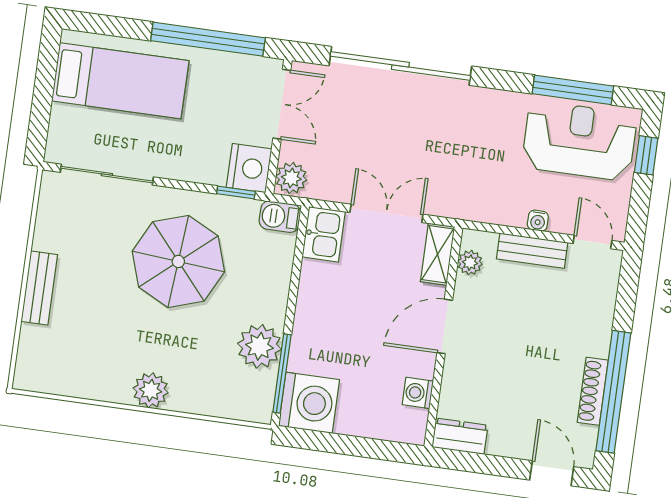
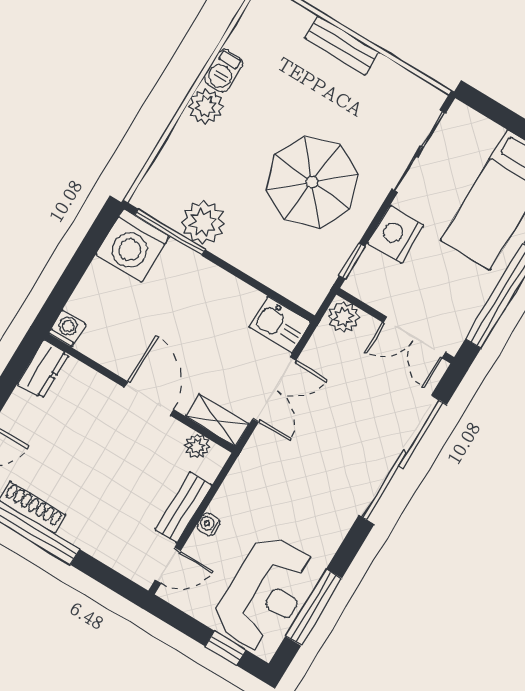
nightstand: (249, 168) -> (396, 234), moved, turned 90
barbecue: (280, 217) -> (223, 71), moved, turned 180
washing machine: (418, 393) -> (67, 328), moved

